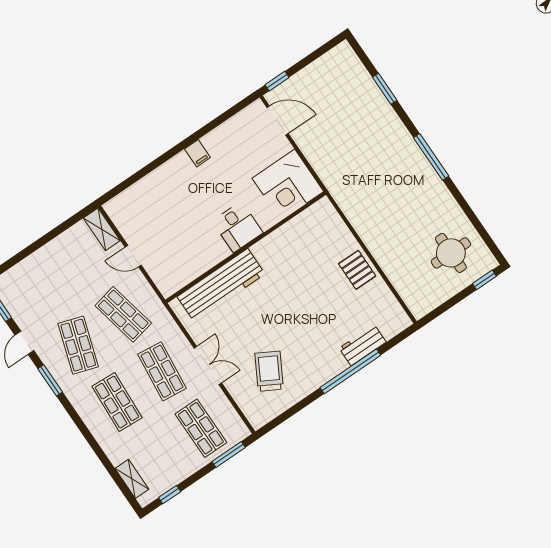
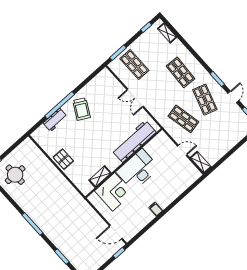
corner desk: (288, 185) -> (114, 192), moved, turned 90
desk: (238, 227) -> (138, 170), width x1.87, depth x1.30
shelving: (293, 228) -> (100, 176), added
shop shelf: (162, 371) -> (159, 92), removed
trolley: (269, 371) -> (81, 109), moved

